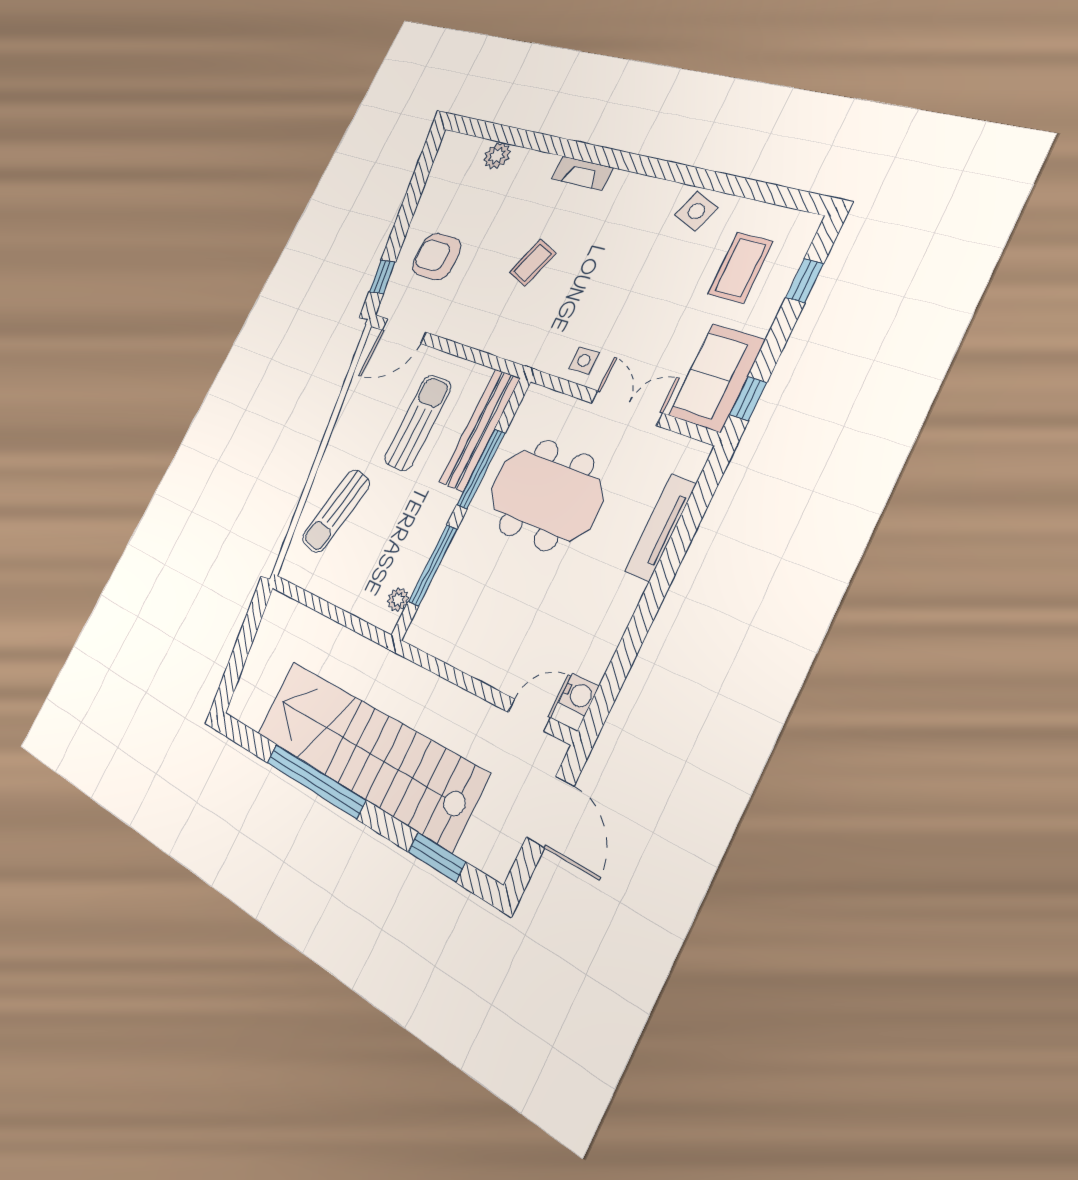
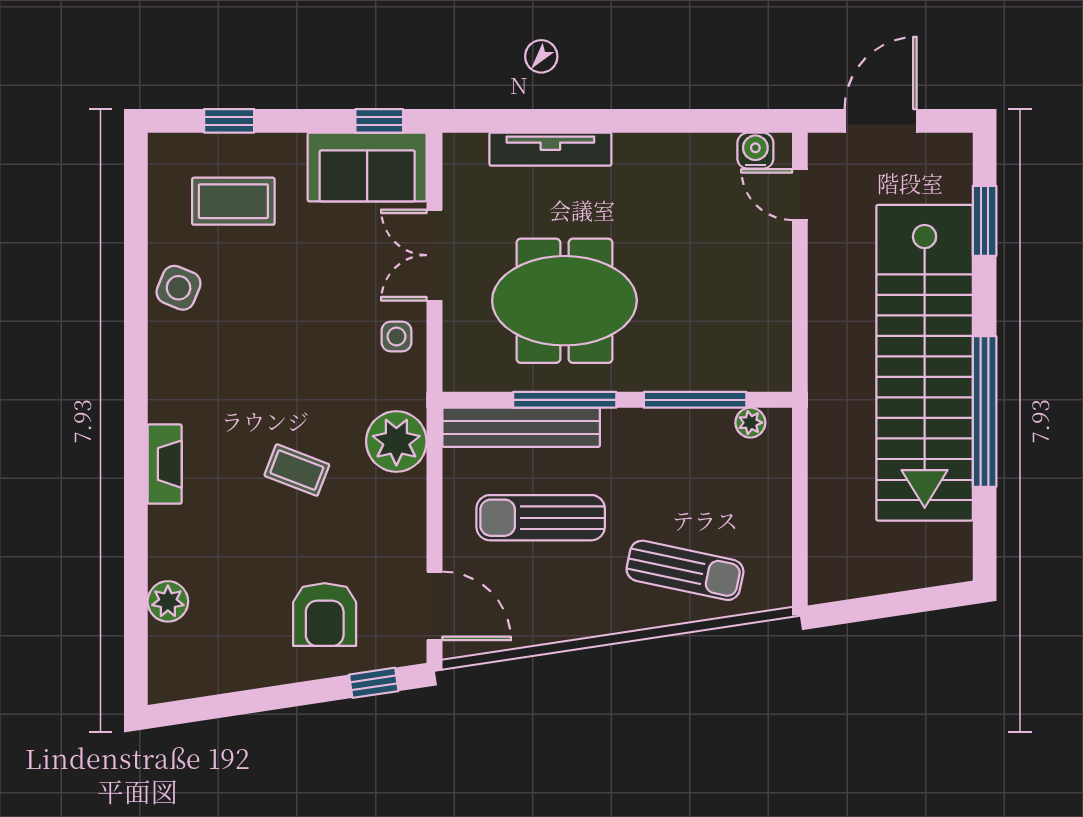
plant: (515, 338) -> (396, 441), added
meeting table: (546, 495) -> (564, 301), turned 90

